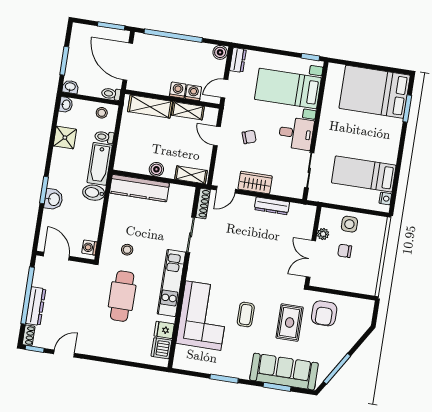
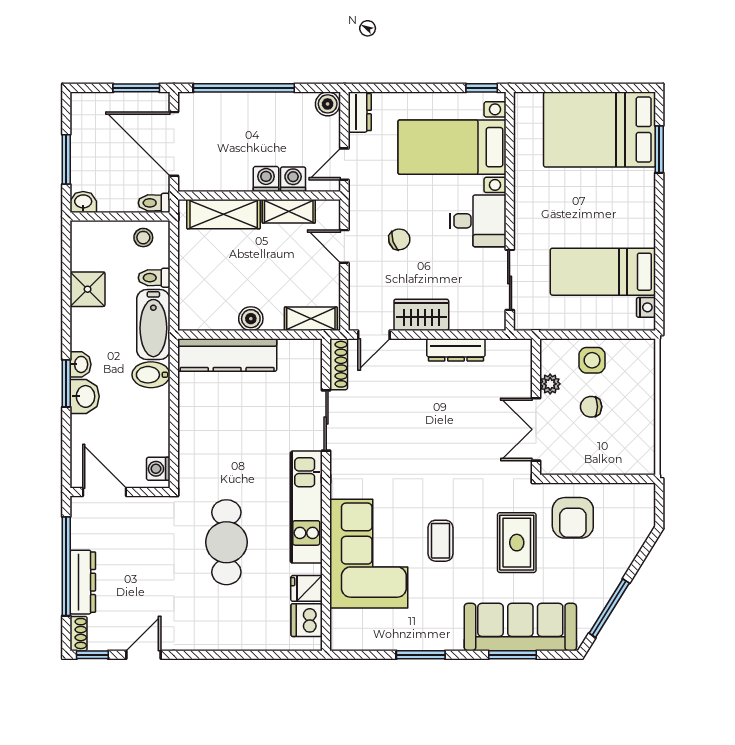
washbasin: (66, 105) -> (81, 364), moved
stool: (127, 250) -> (223, 462), removed

